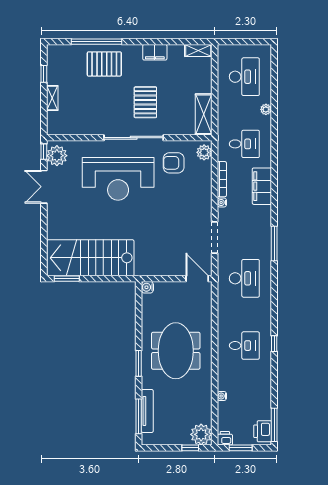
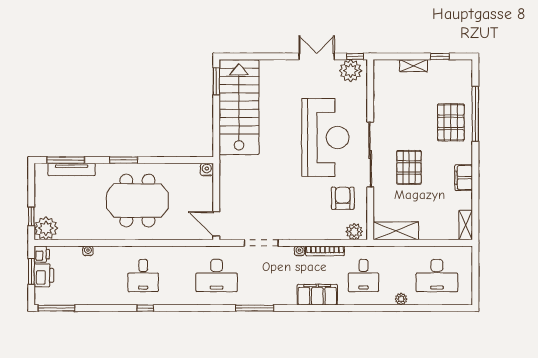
pallet: (145, 102) -> (409, 167), turned 90
reception desk: (118, 179) -> (325, 137), turned 180
door: (197, 279) -> (216, 224), swing flipped
printer: (263, 431) -> (44, 275), moved, turned 90

